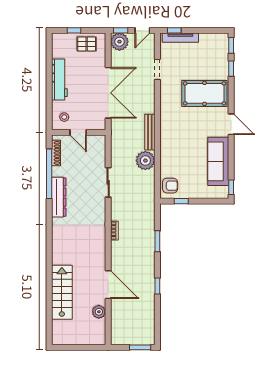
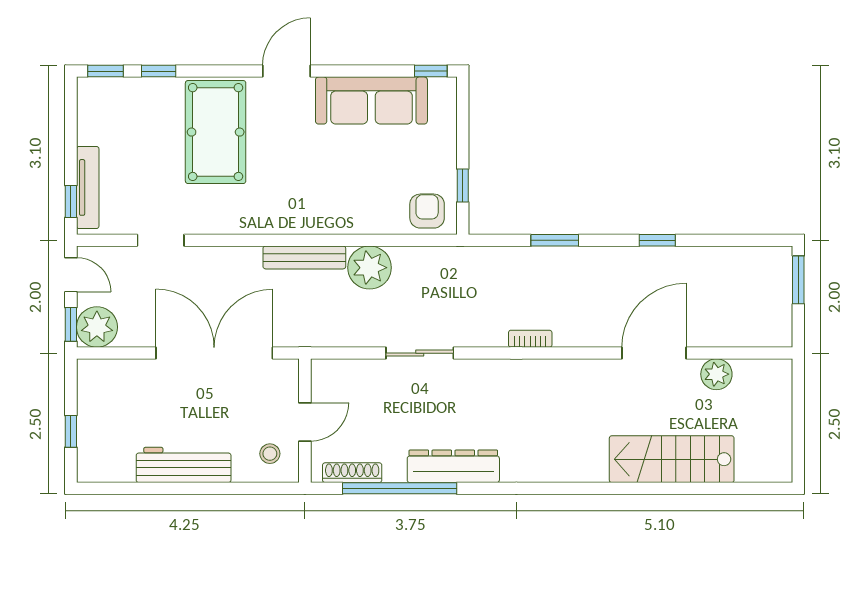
pallet: (87, 44) -> (102, 402), removed

